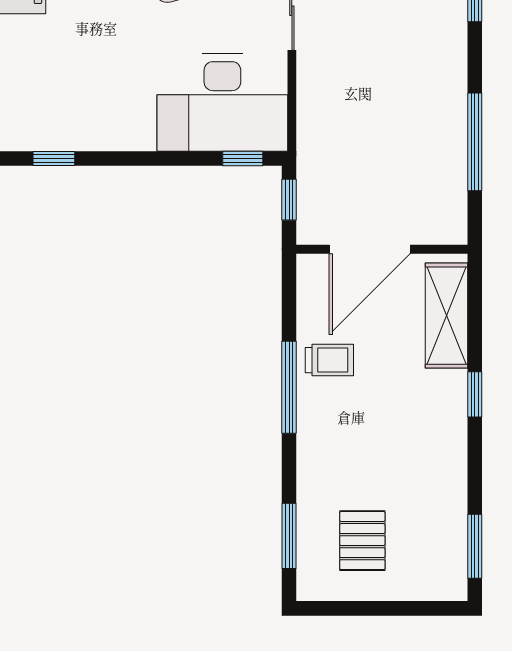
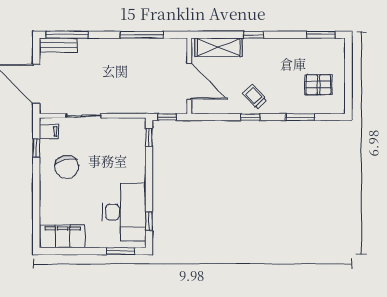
desk: (222, 103) -> (124, 212), moved
trolley: (329, 360) -> (255, 97), moved, turned -43
window: (289, 387) -> (250, 117), width x0.46
window: (289, 536) -> (300, 117), moved

